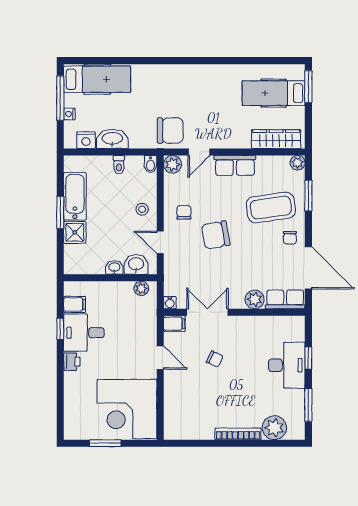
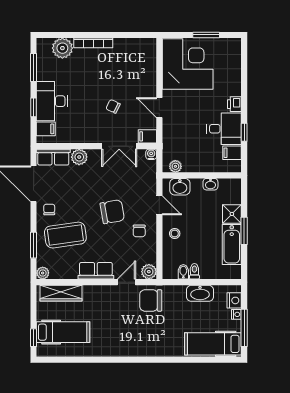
window: (308, 87) -> (34, 338), width x0.67
nightstand: (86, 140) -> (234, 300), moved, turned 90
bidet: (150, 164) -> (183, 272), moved
washbasin: (114, 267) -> (210, 184), moved
filing cabinet: (294, 333) -> (46, 129), added

